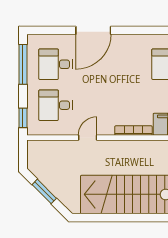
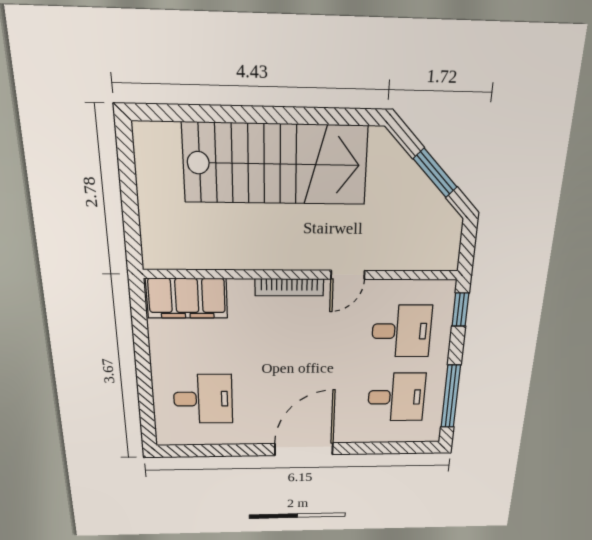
door: (93, 30) -> (304, 449), moved
bookcase: (133, 131) -> (289, 287), moved

